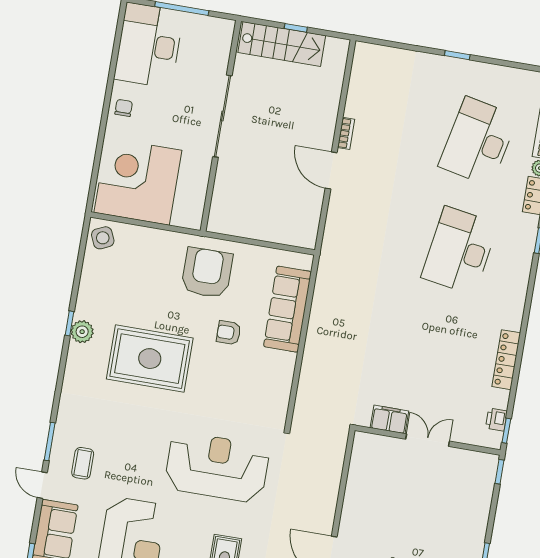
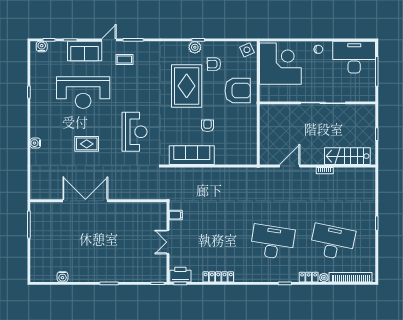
stairs: (282, 44) -> (347, 156), moved, turned 90
door: (331, 170) -> (290, 166), moved
armchair: (207, 273) -> (238, 91), moved
armchair: (118, 302) -> (214, 64), added
sofa: (287, 309) -> (192, 155), moved
filing cabinet: (389, 419) -> (176, 215), width x0.50
printer: (496, 420) -> (180, 275), width x1.87, depth x1.48
double door: (428, 440) -> (168, 242), swing flipped
reception desk: (217, 467) -> (134, 132), width x0.74, depth x0.77

